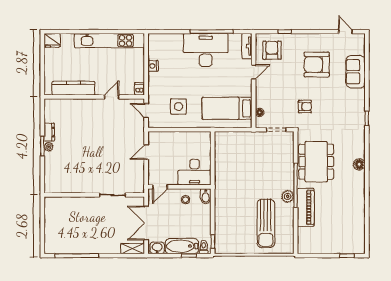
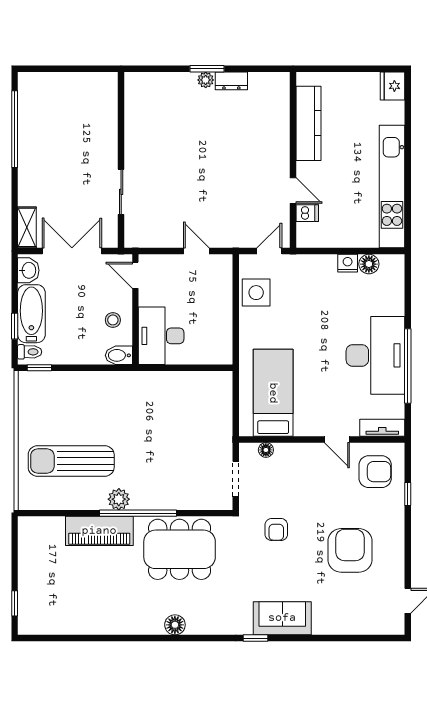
floor lamp: (154, 54) -> (369, 264), added
sofa: (355, 72) -> (282, 618), moved
dishwasher: (140, 89) -> (307, 213), moved
side table: (178, 107) -> (256, 293), moved

